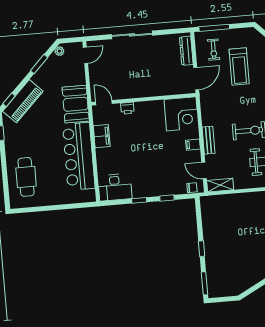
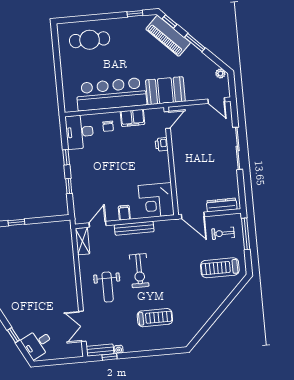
window: (39, 64) -> (195, 43), moved
treadmill: (239, 66) -> (220, 268), moved
bench: (209, 140) -> (134, 228), width x1.36
chair: (192, 188) -> (108, 126), moved

